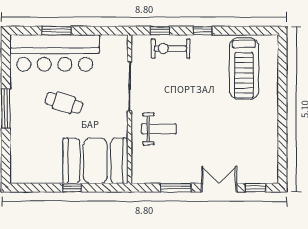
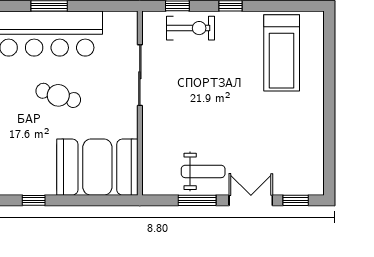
exercise bike: (170, 49) -> (191, 28), turned 180
weight bench: (159, 129) -> (203, 171), moved
window: (72, 188) -> (34, 200), moved

